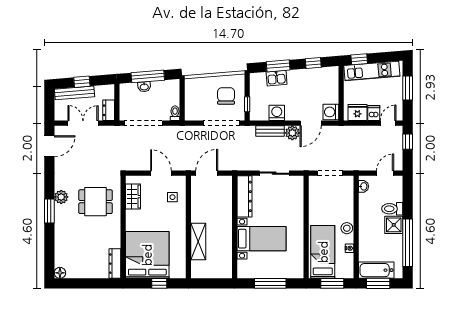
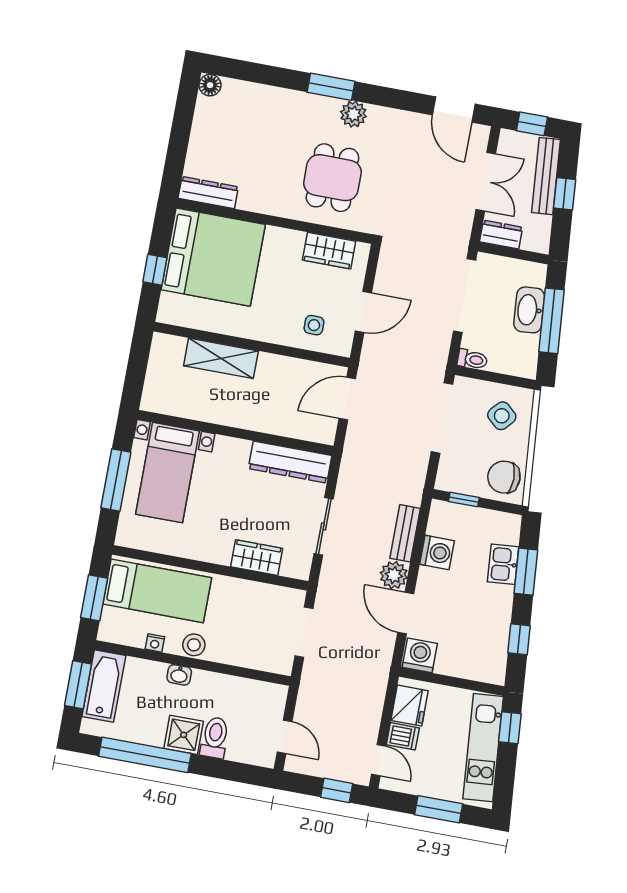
washbasin: (144, 87) -> (529, 310), width x1.91, depth x1.45
side table: (201, 93) -> (502, 416), added
chair: (226, 96) -> (504, 477), moved, turned 180
window: (49, 105) -> (532, 124), added
doorway: (222, 123) -> (442, 418), moved
door: (207, 173) -> (347, 399), swing flipped
washbasin: (364, 186) -> (179, 675), moved
wardrobe: (296, 204) -> (257, 558), added
bed with nightstands: (261, 239) -> (167, 473), moved

